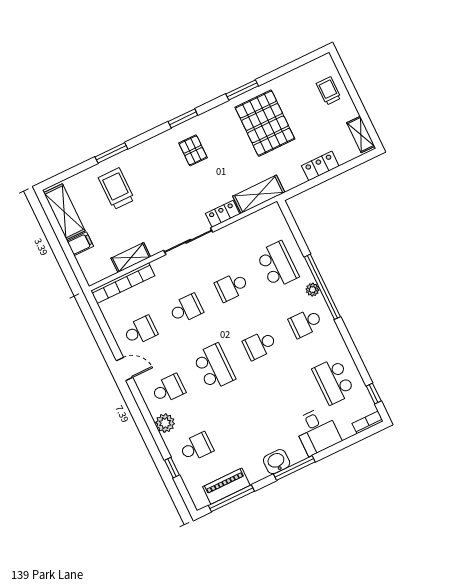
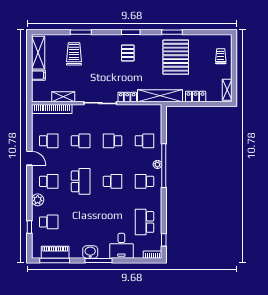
shelving: (259, 194) -> (160, 96), width x1.47
school desk: (278, 265) -> (144, 141), width x0.54
school desk: (260, 345) -> (113, 181), turned 180

